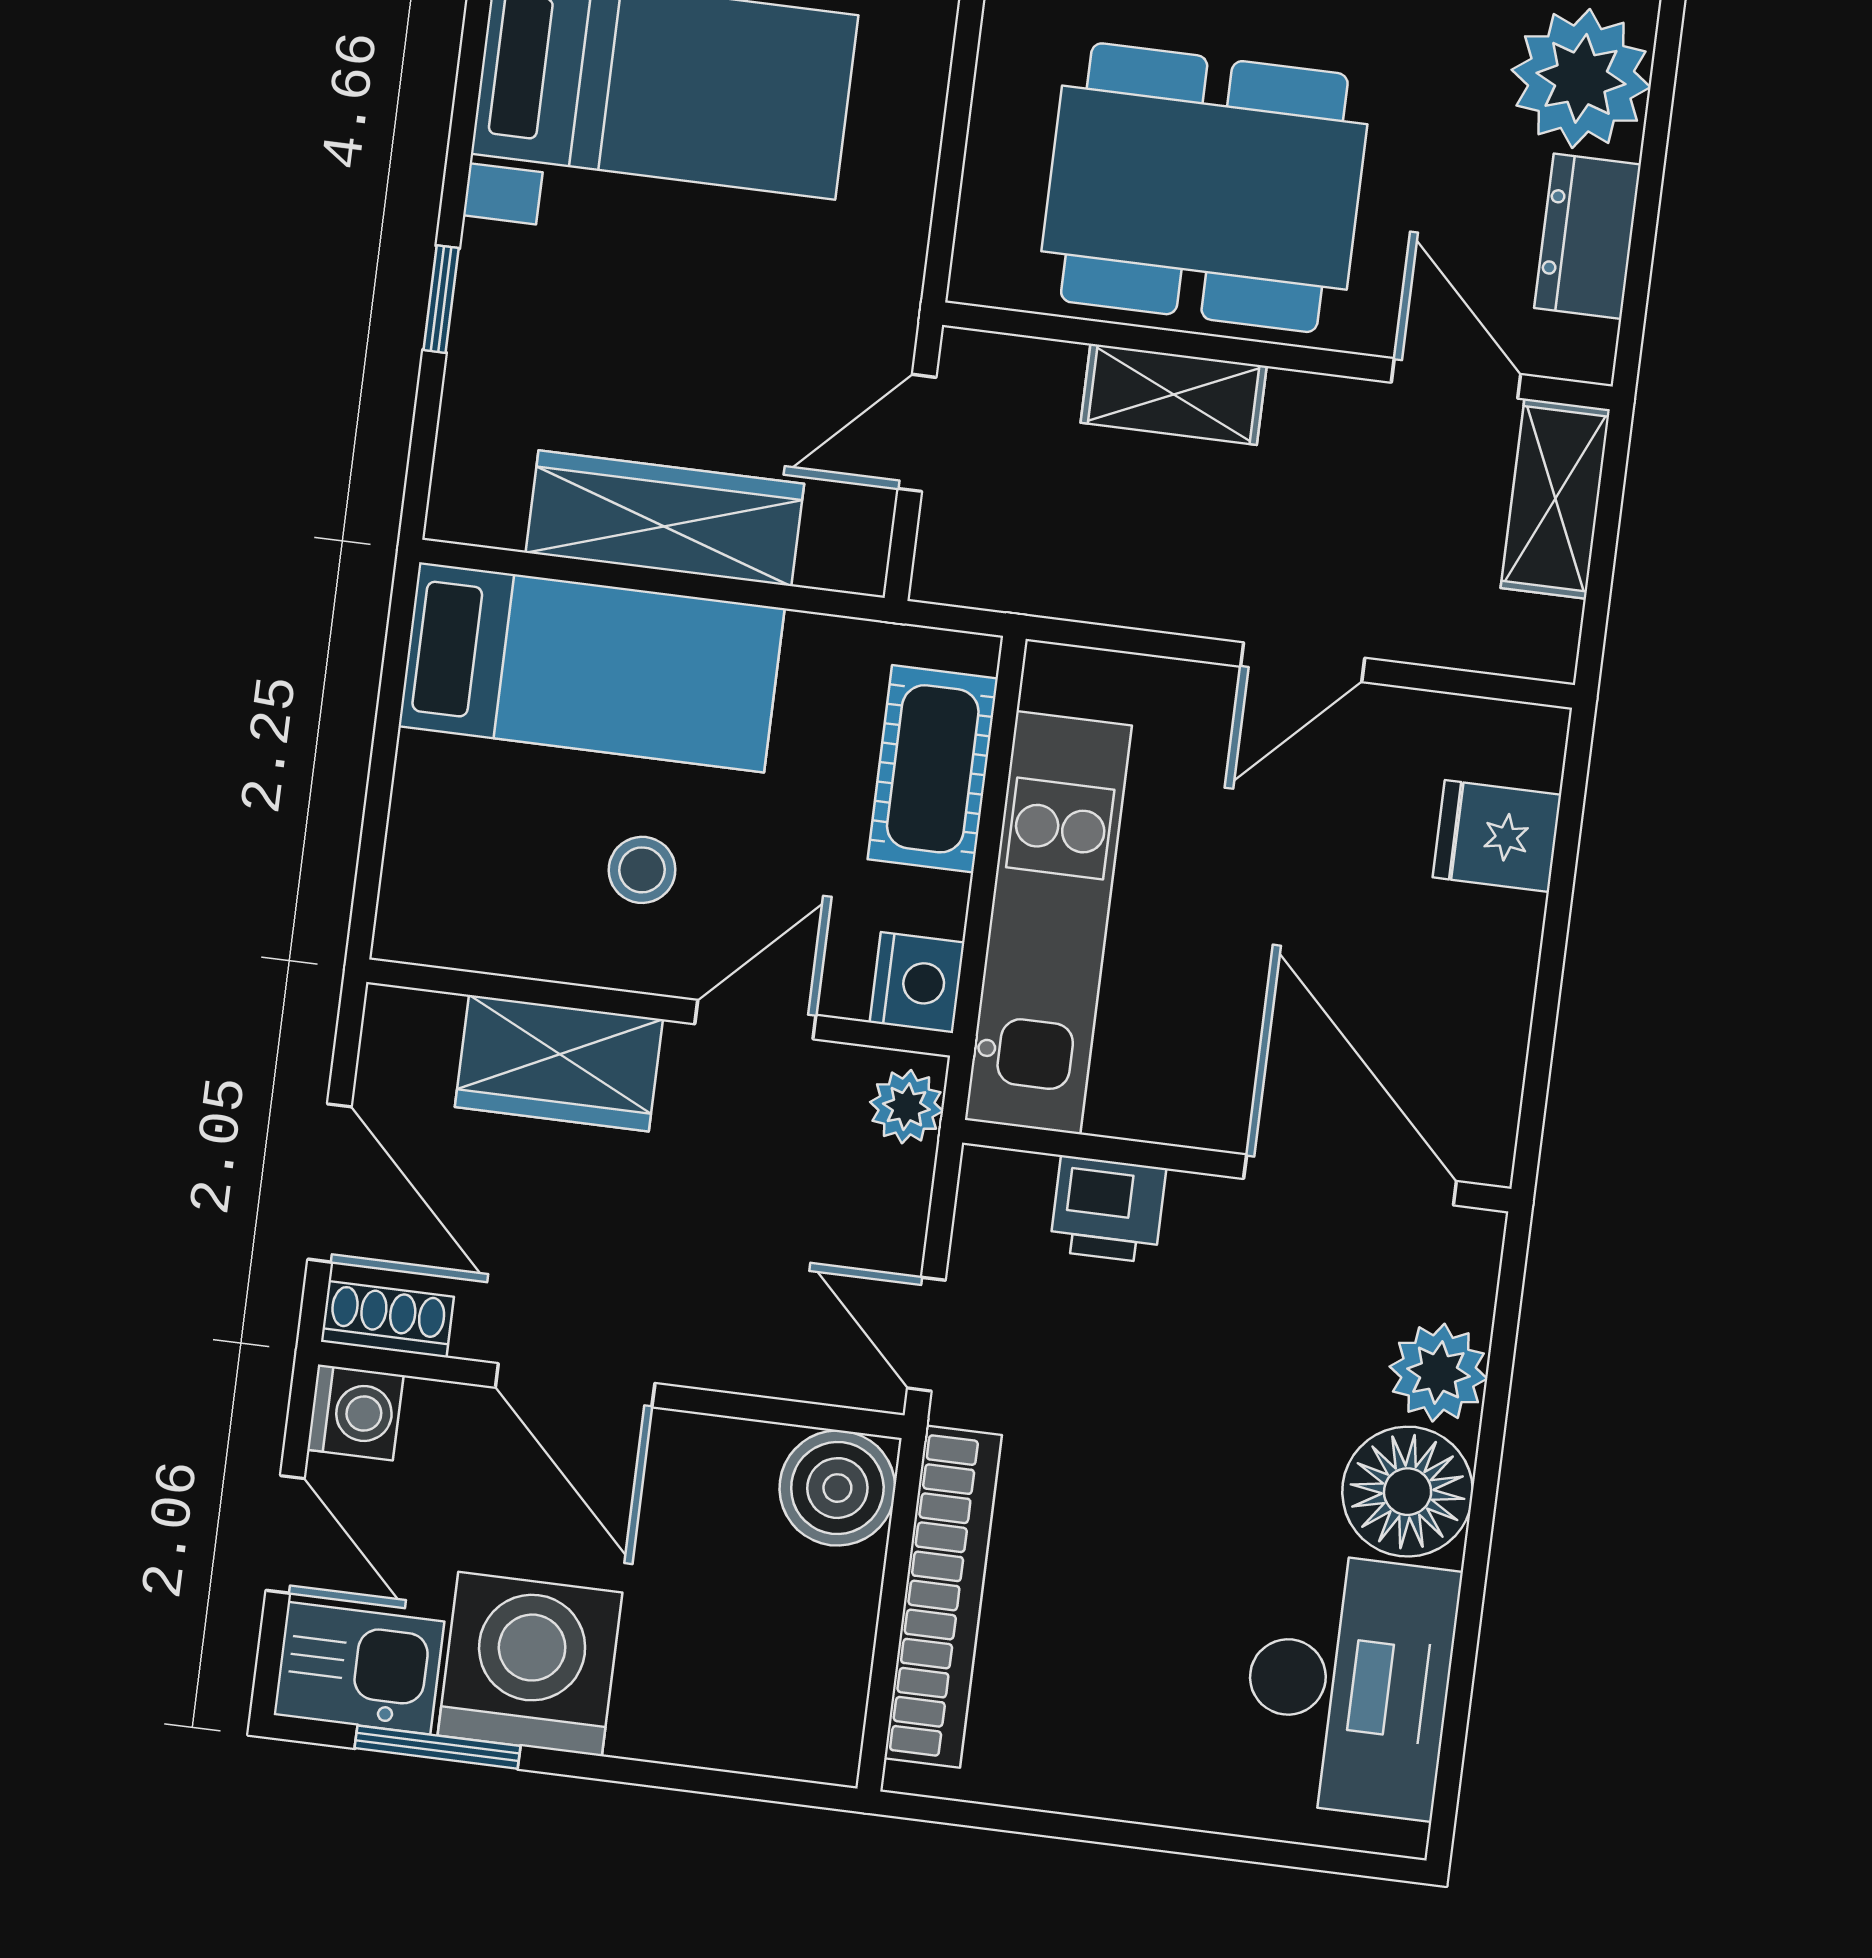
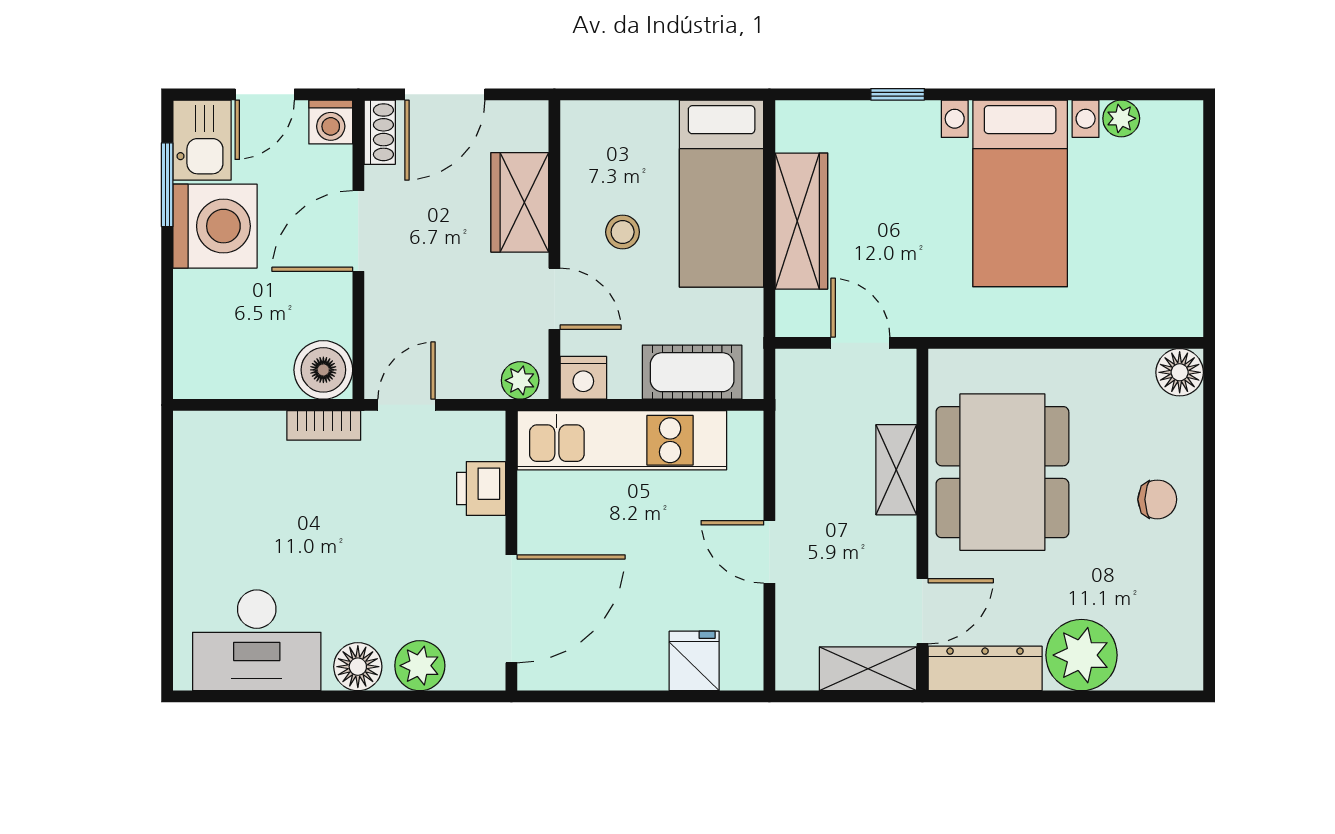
dresser: (1588, 236) -> (985, 668), width x1.44
floor lamp: (1408, 1492) -> (358, 667), width x0.73, depth x0.73
bookcase: (943, 1597) -> (324, 425), width x0.43, depth x0.76

